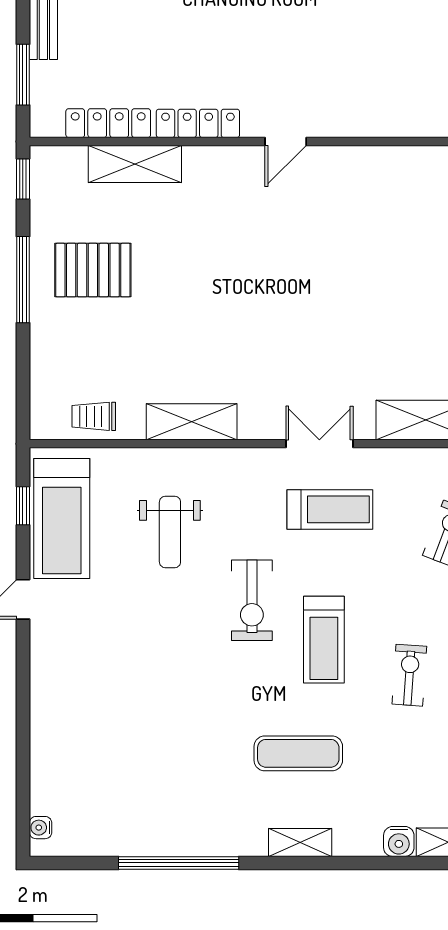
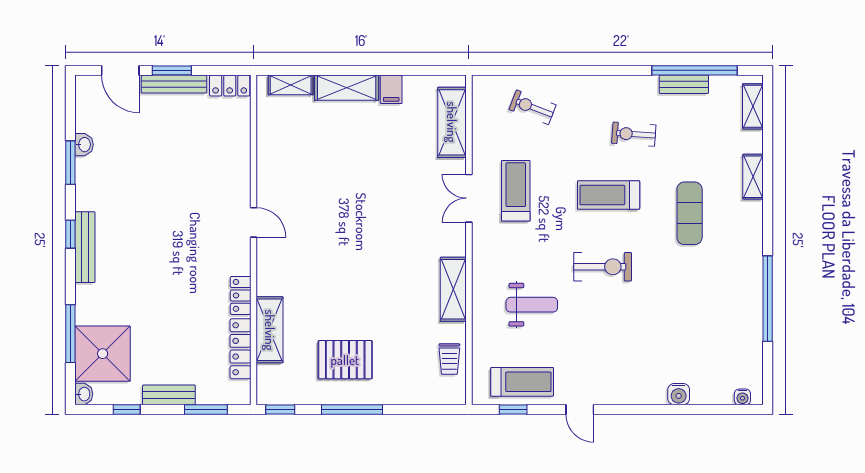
locker: (198, 123) -> (241, 295), width x0.66
pallet: (93, 270) -> (345, 360), turned 90
treadmill: (62, 518) -> (522, 382), width x0.73, depth x0.73
exercise bike: (252, 600) -> (603, 267), moved
treadmill: (324, 640) -> (609, 195), turned 180
water cooler: (399, 841) -> (679, 394), moved, turned 90
shelving: (300, 842) -> (753, 177), moved

